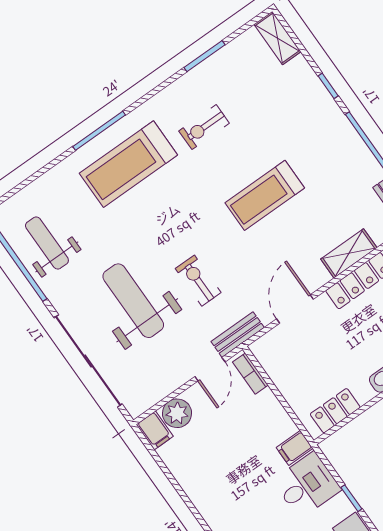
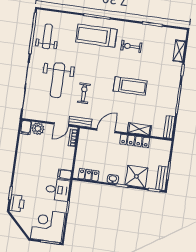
shelving: (277, 38) -> (179, 51), moved
treadmill: (265, 195) -> (130, 86), turned 180
weight bench: (133, 301) -> (57, 80), turned 180

